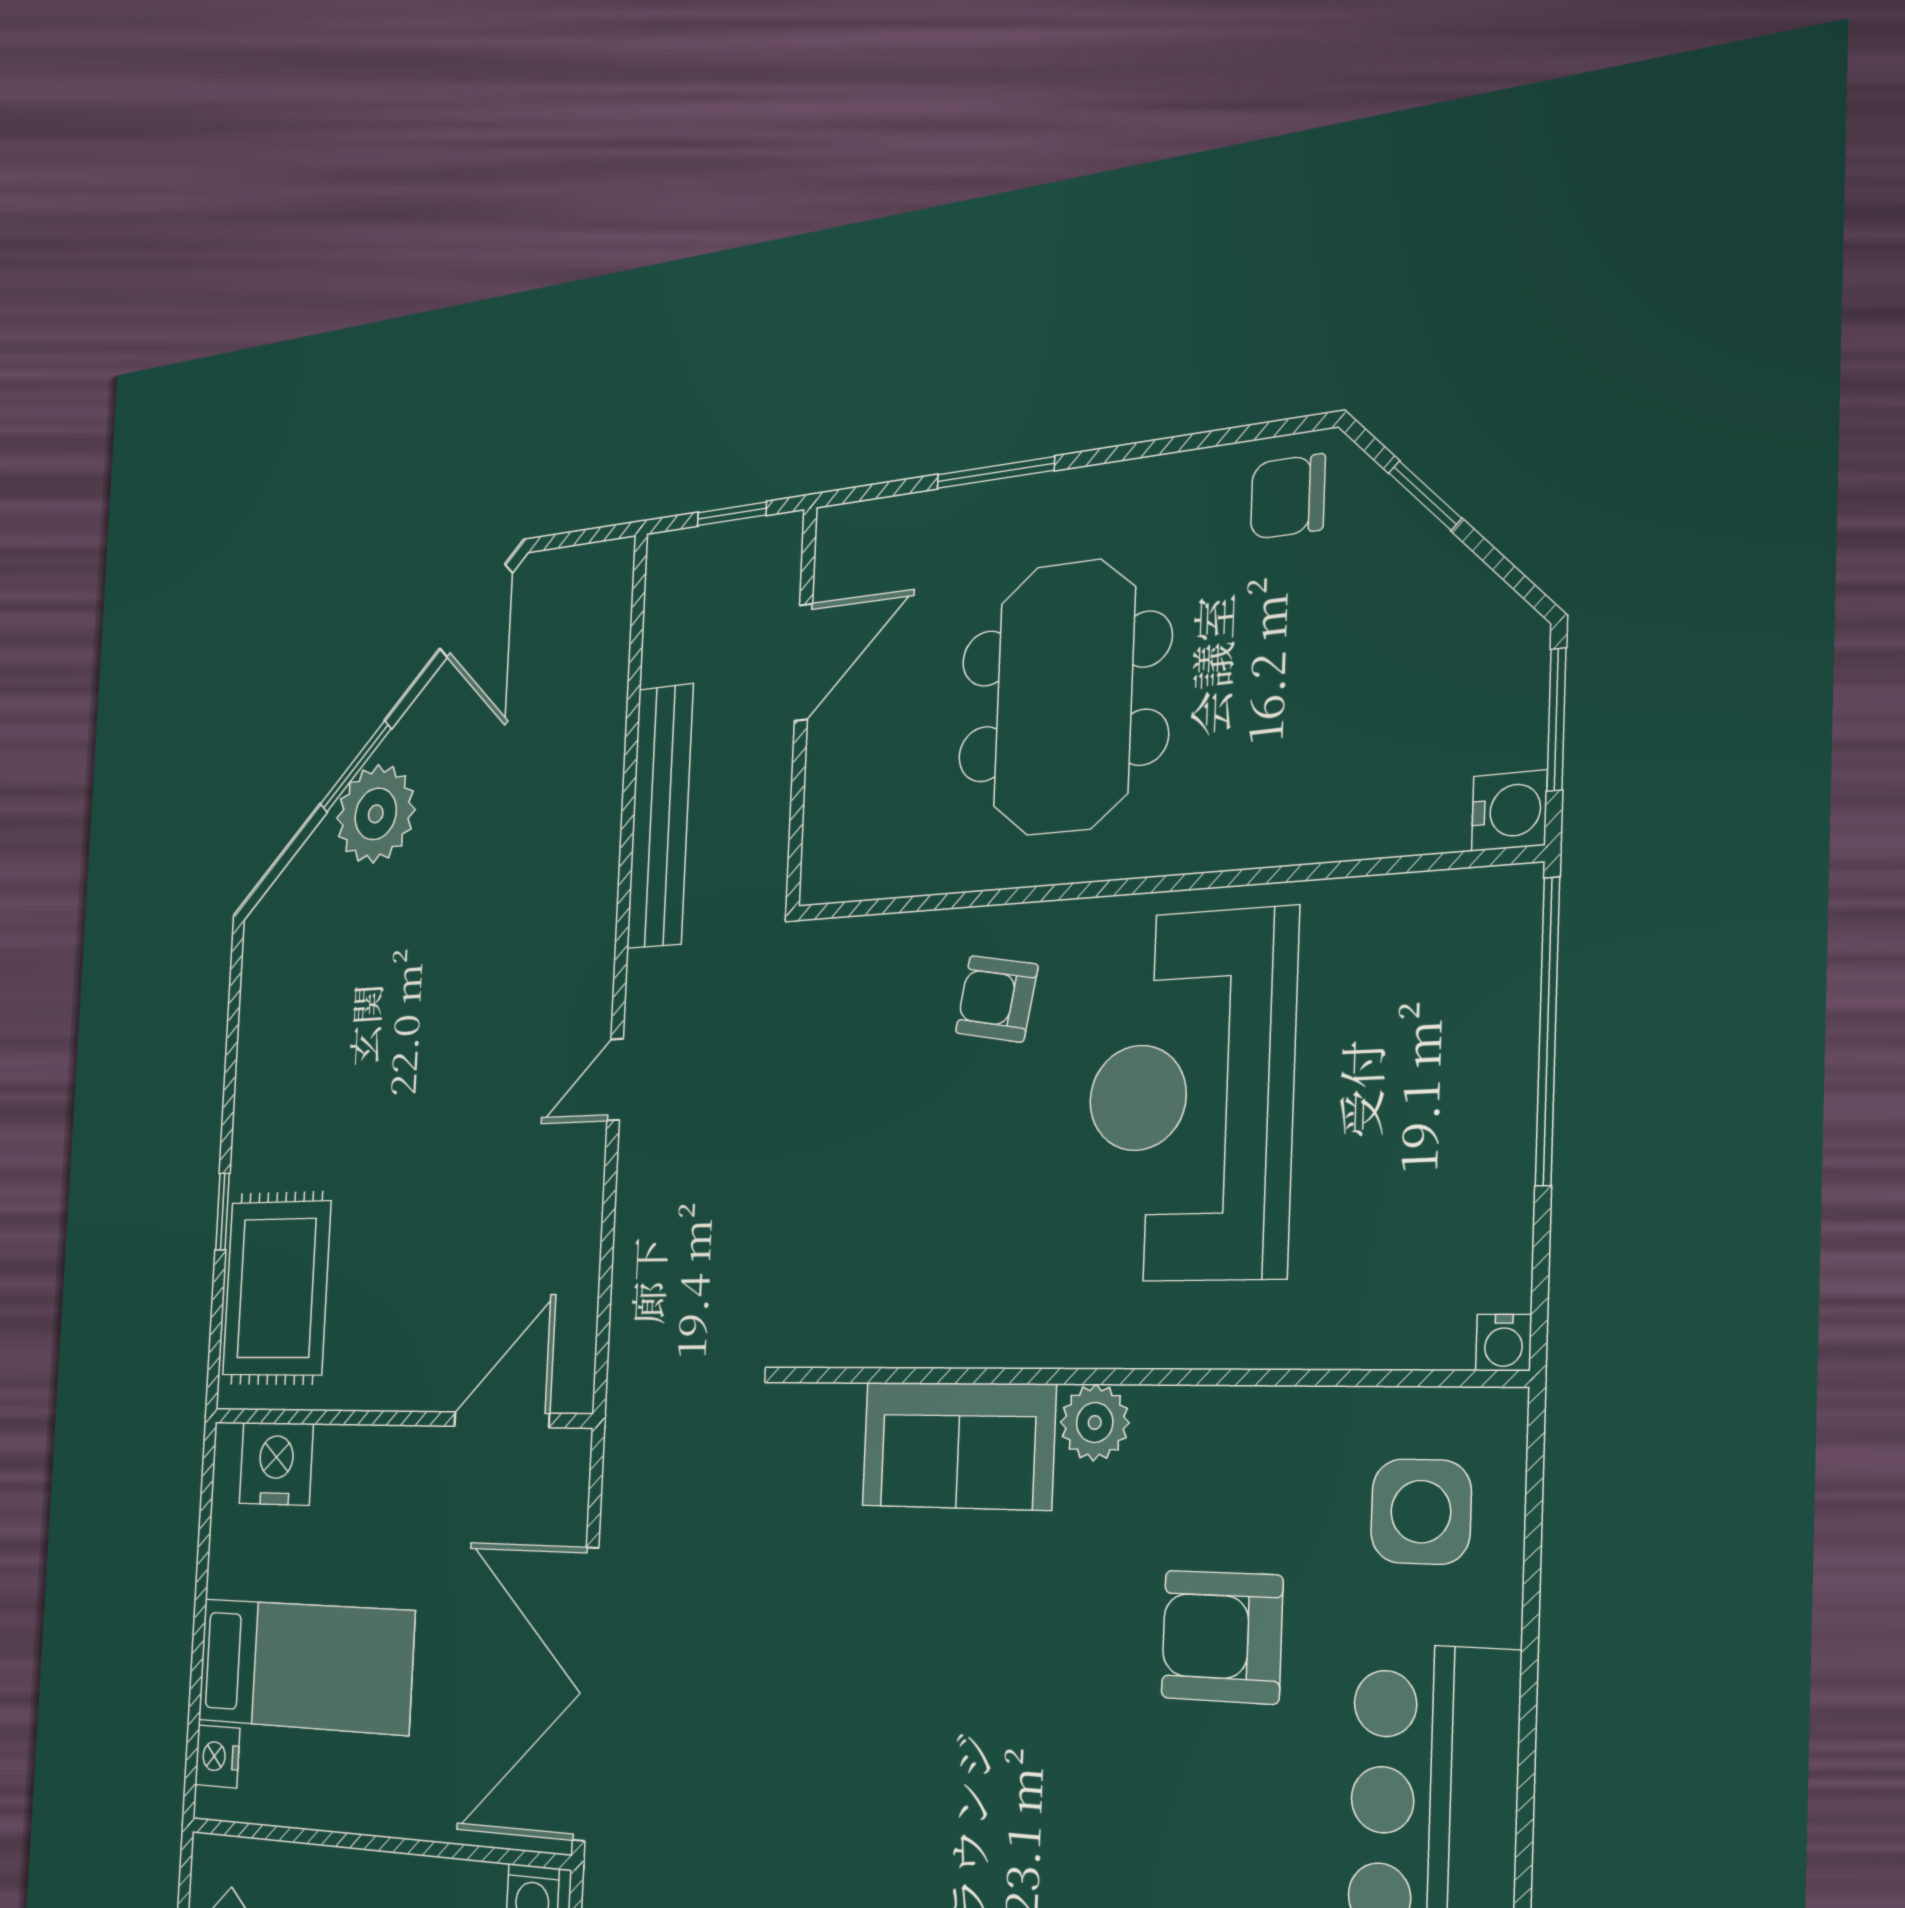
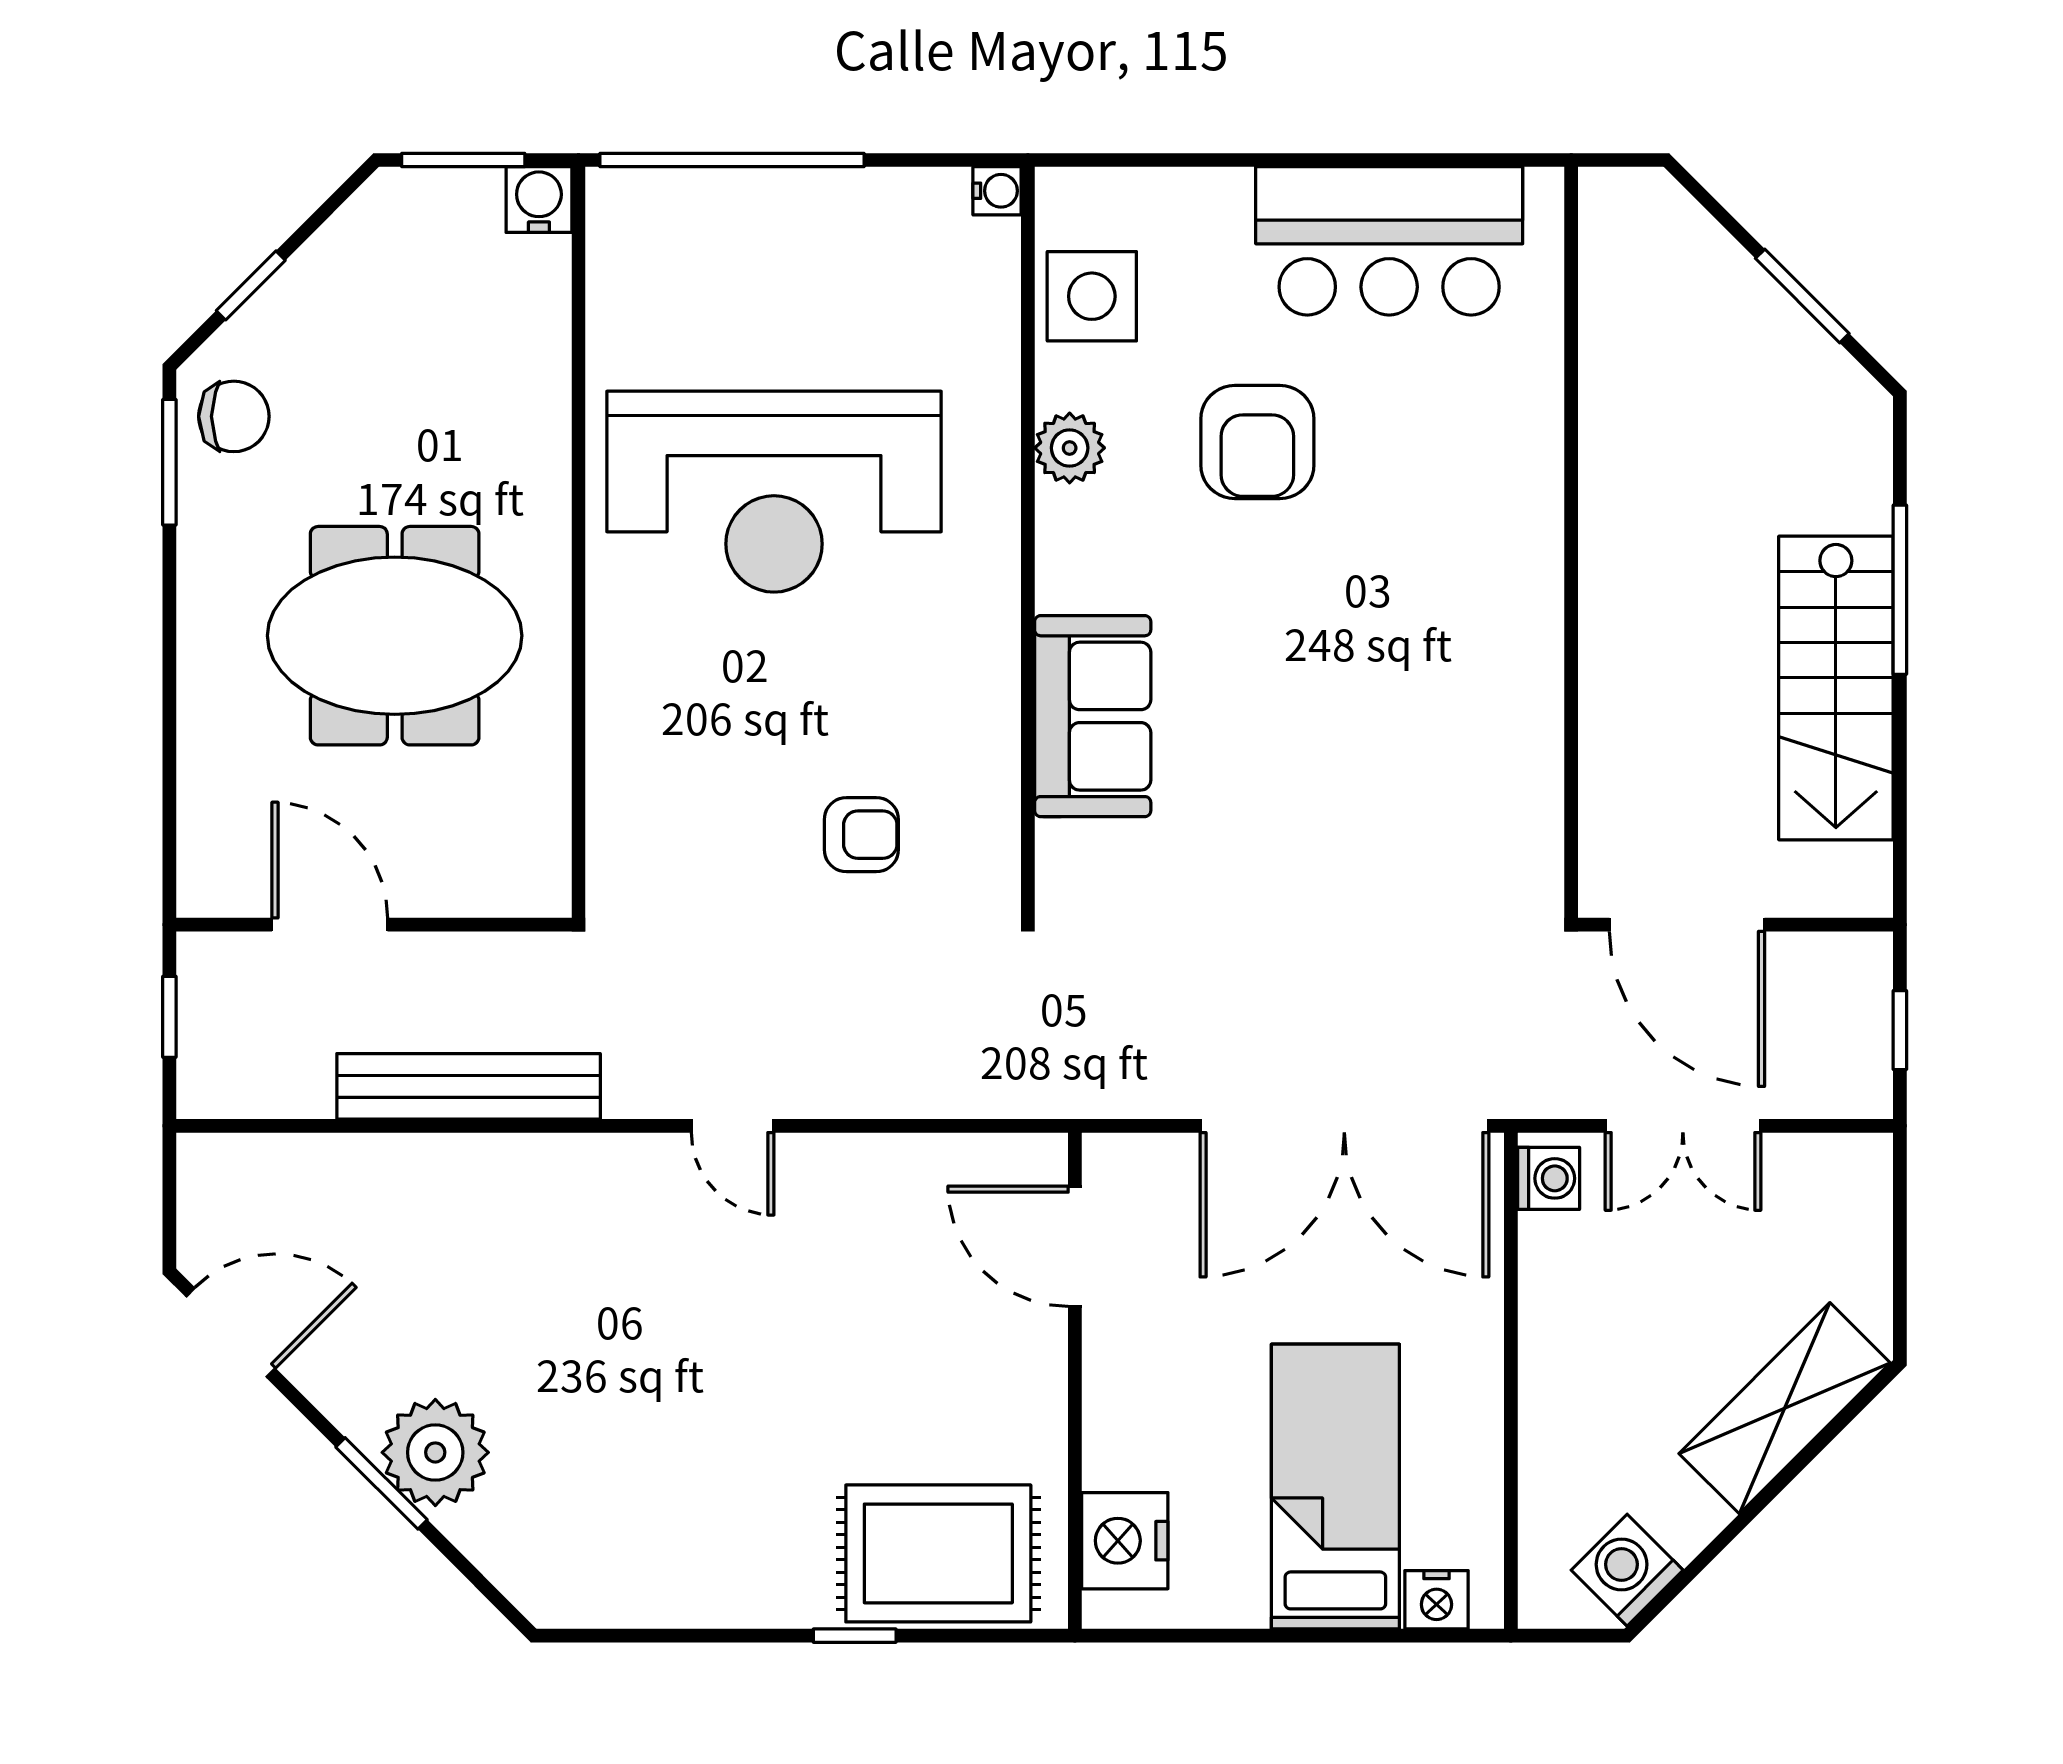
window: (995, 473) -> (169, 462), moved
chair: (1288, 497) -> (234, 416), turned -90
armchair: (997, 999) -> (861, 835), moved, turned -100
plant: (1095, 1422) -> (1070, 448), moved
side table: (1421, 1512) -> (1092, 296), moved

